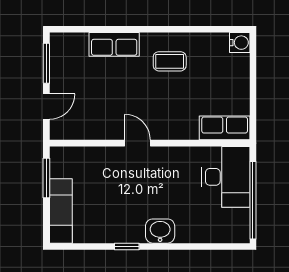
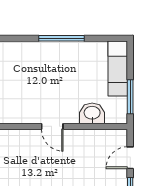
washbasin: (160, 231) -> (92, 113), moved, turned 180
window: (127, 246) -> (62, 38), width x2.17

